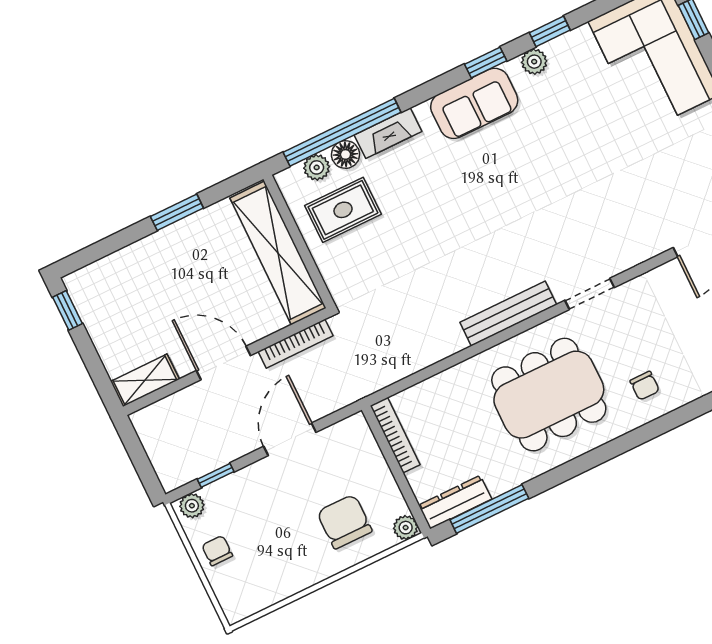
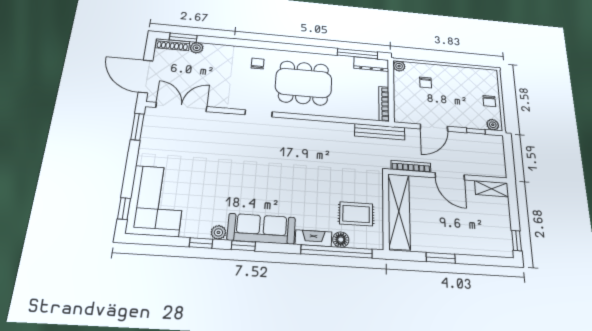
sofa: (474, 103) -> (261, 229), width x1.36
plant: (317, 167) -> (359, 241), removed
bench: (508, 313) -> (380, 132), moved
chair: (344, 522) -> (426, 82), width x0.54, depth x0.54

